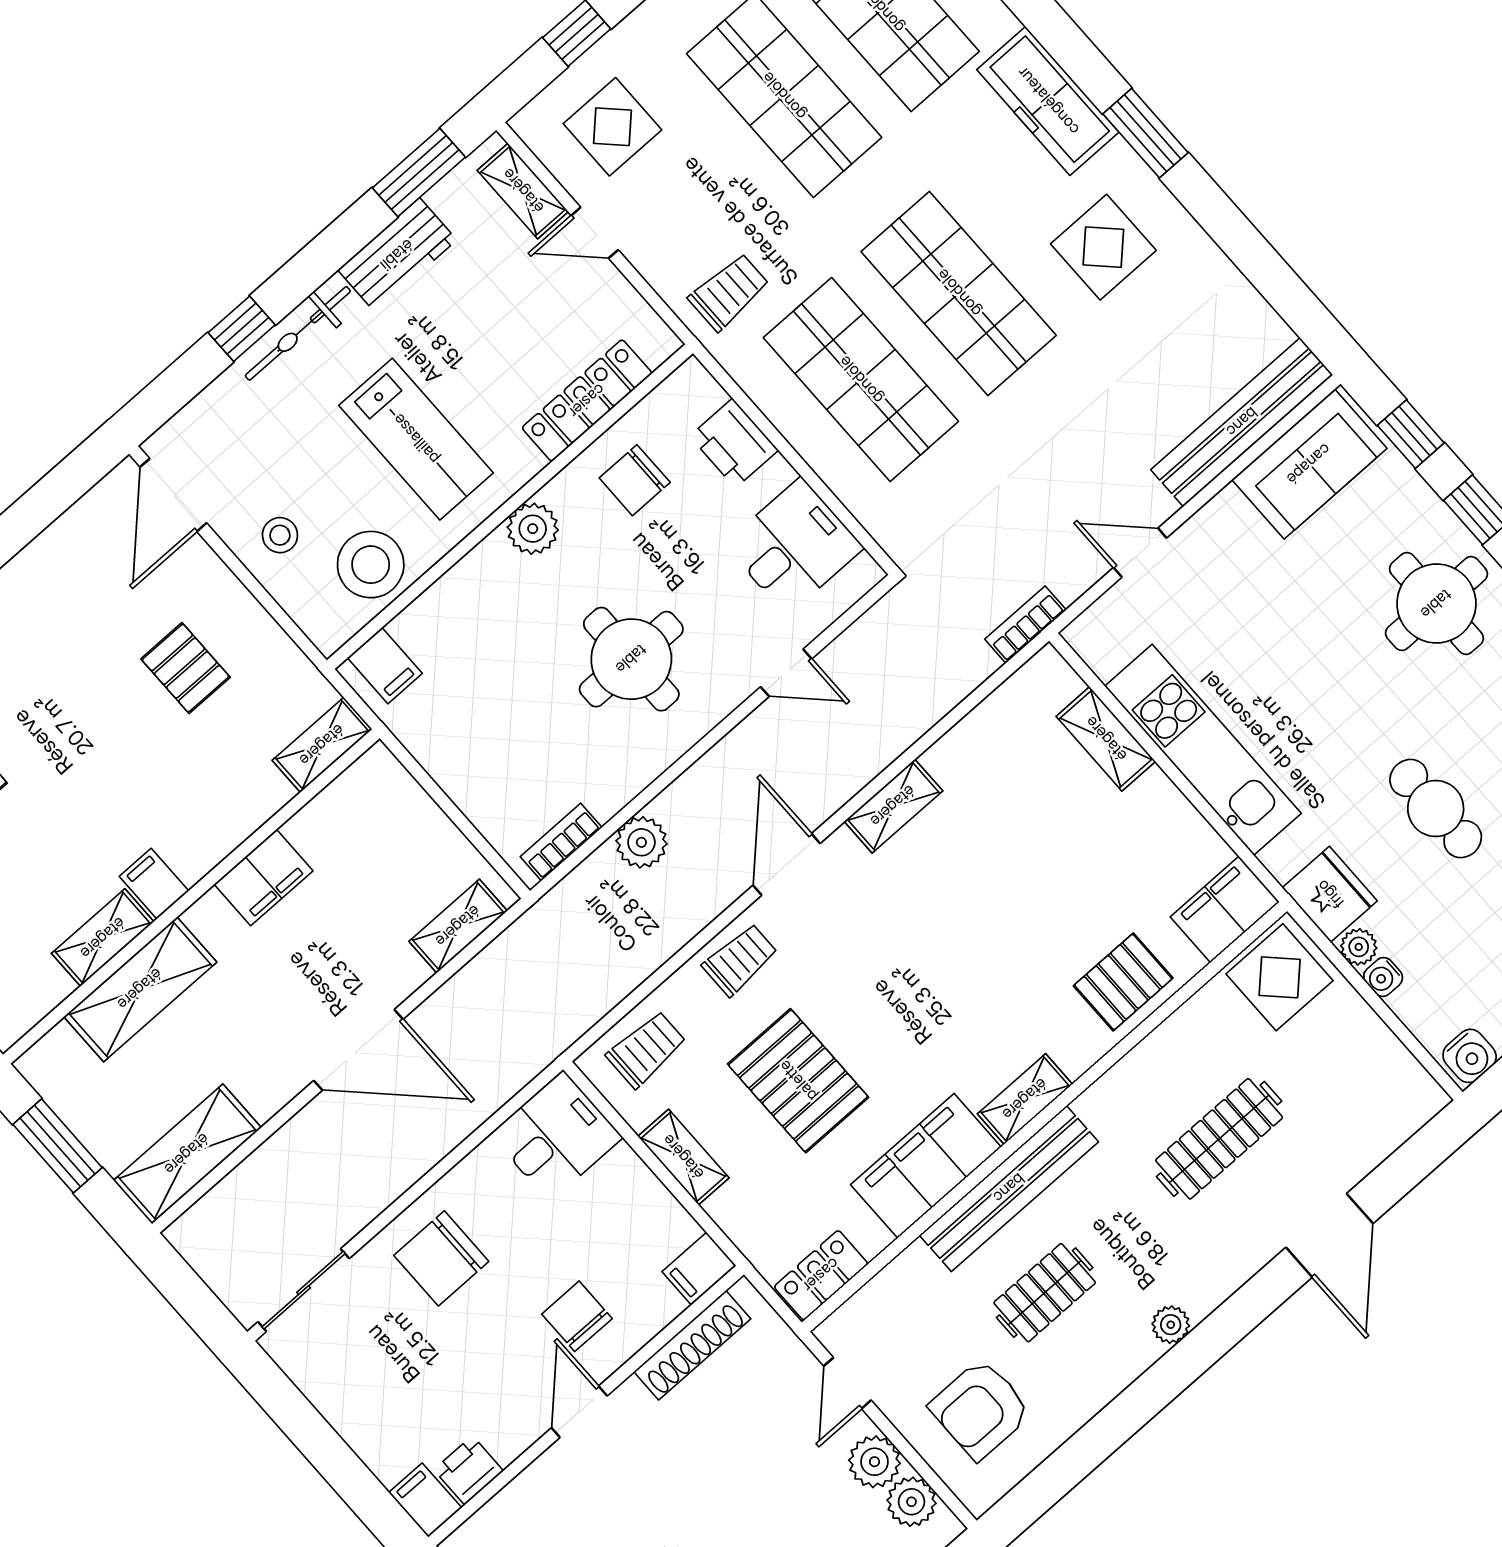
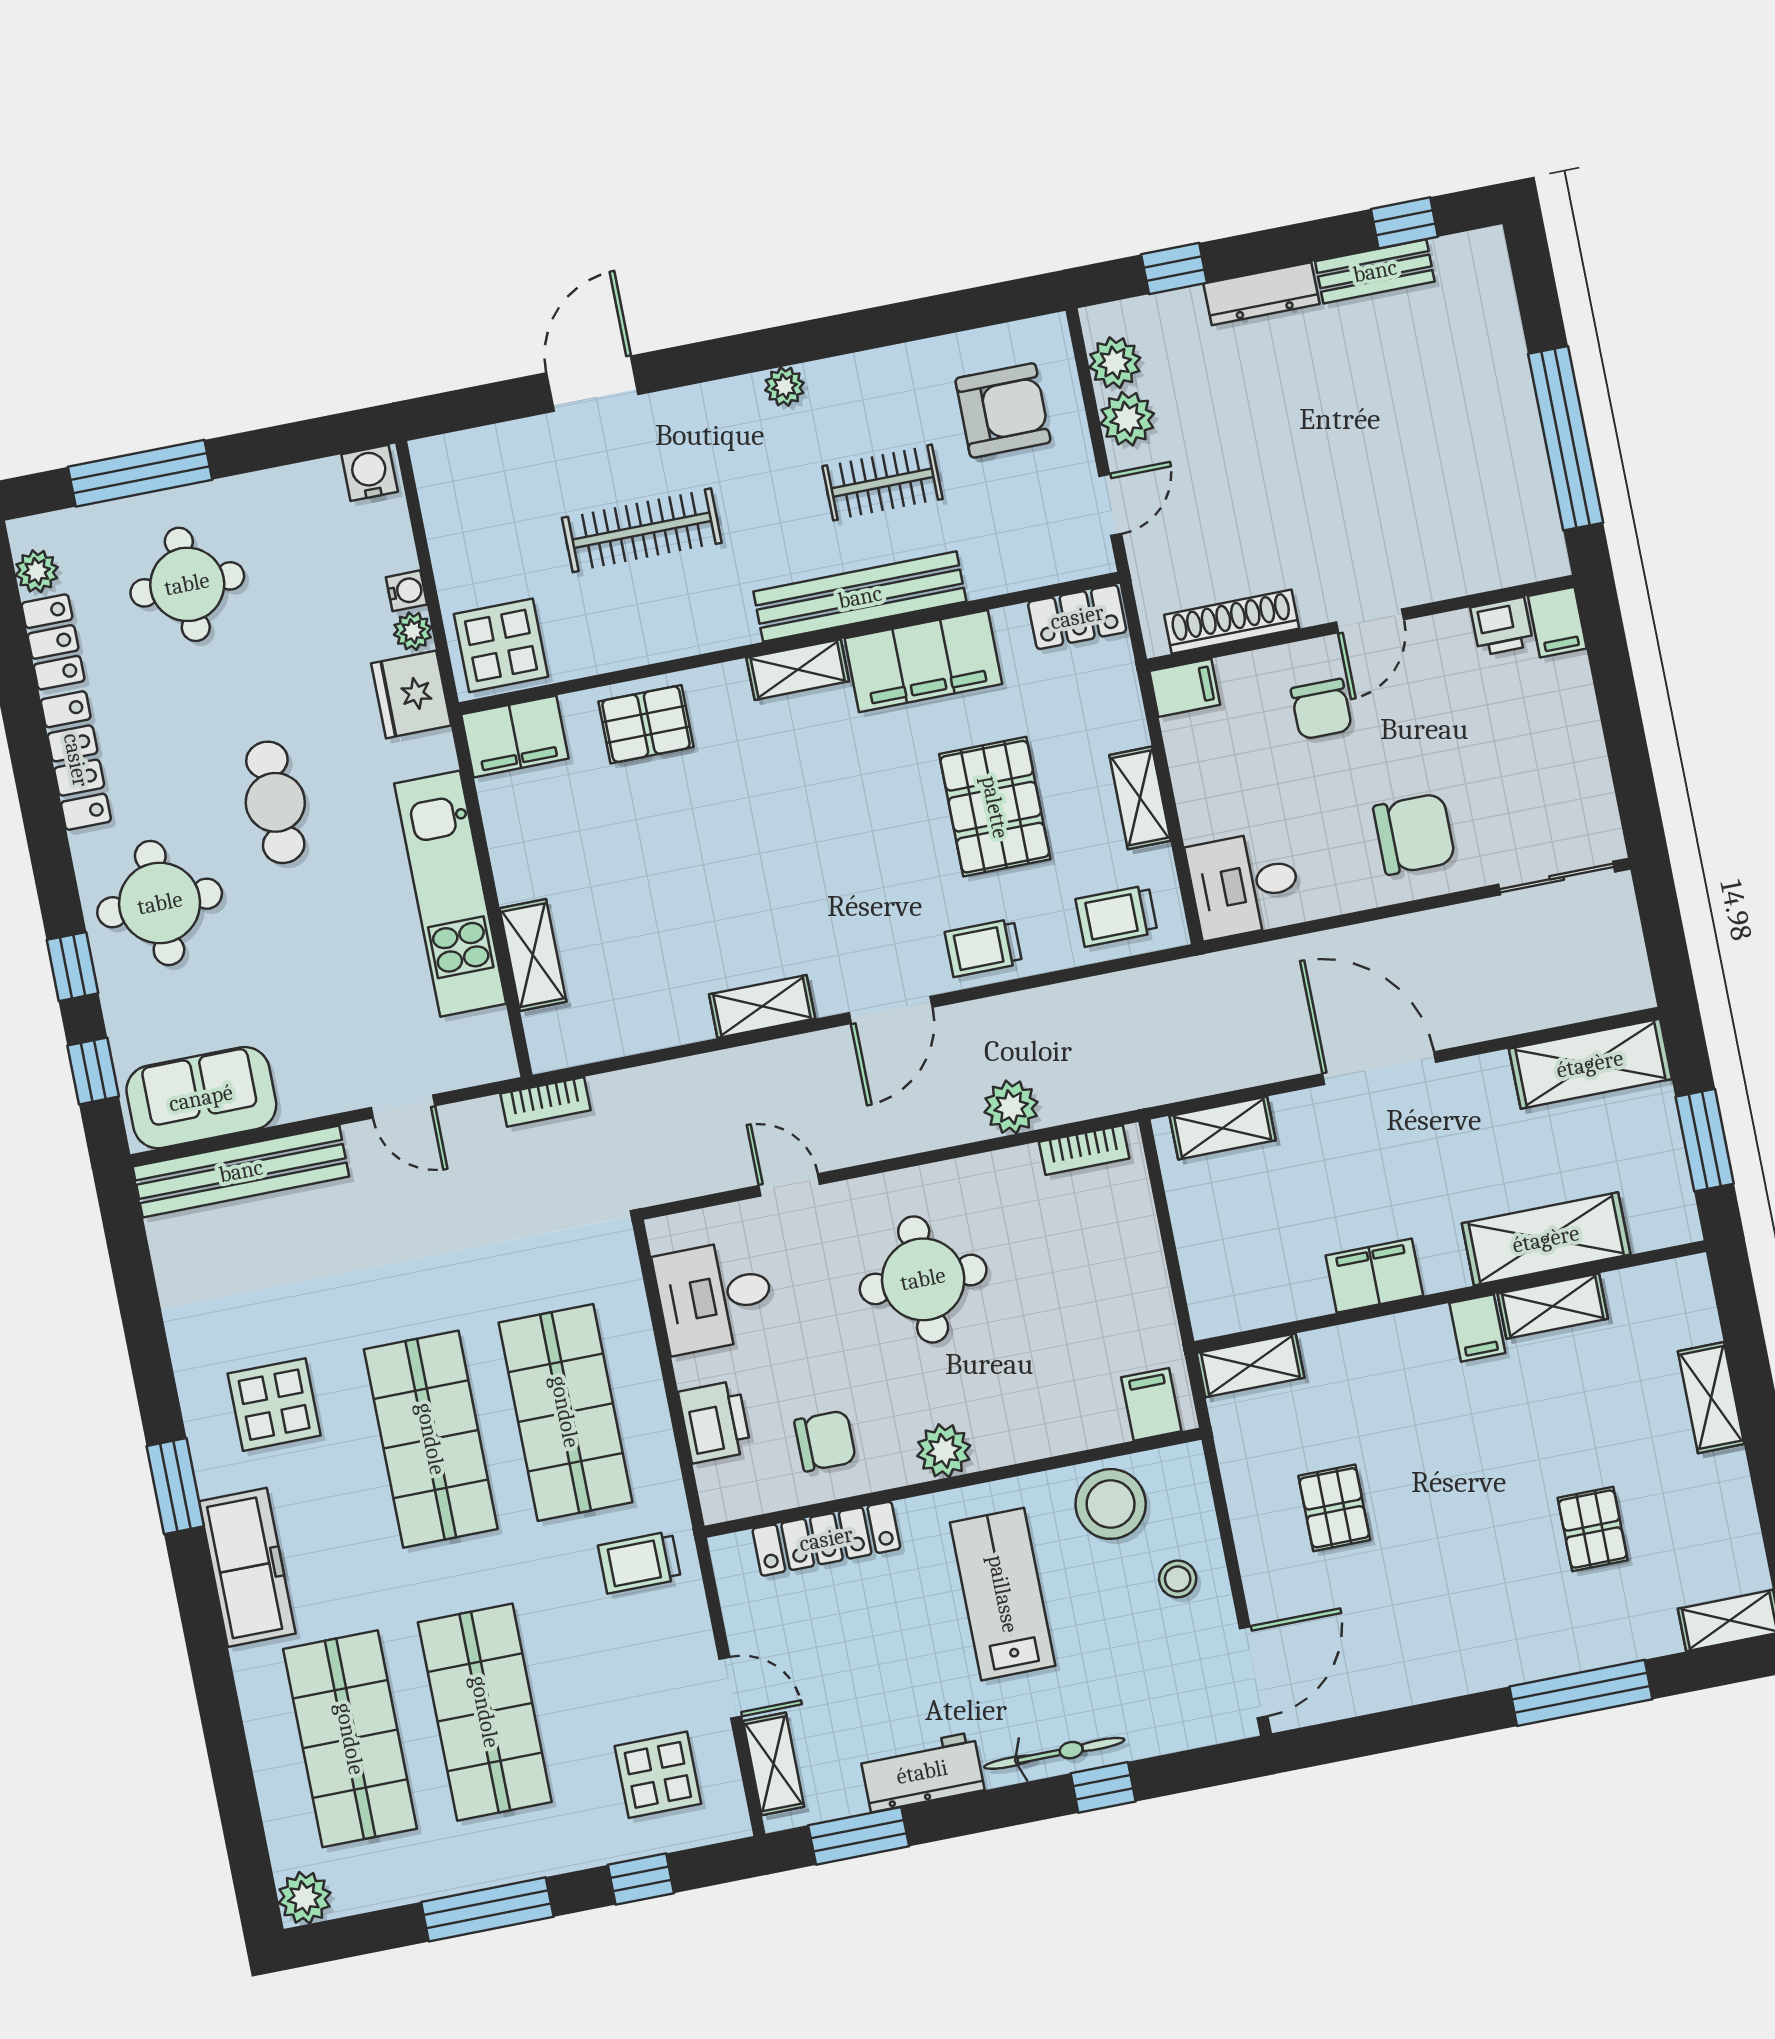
cafe table: (1436, 808) -> (275, 802), moved

